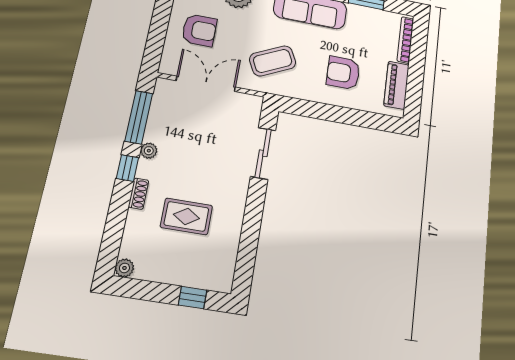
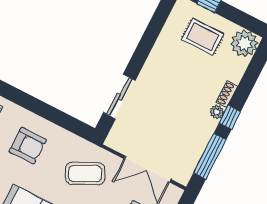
plant: (149, 151) -> (217, 112), moved
rug: (186, 216) -> (203, 37), moved
plant: (124, 268) -> (244, 43), width x1.87, depth x1.87

